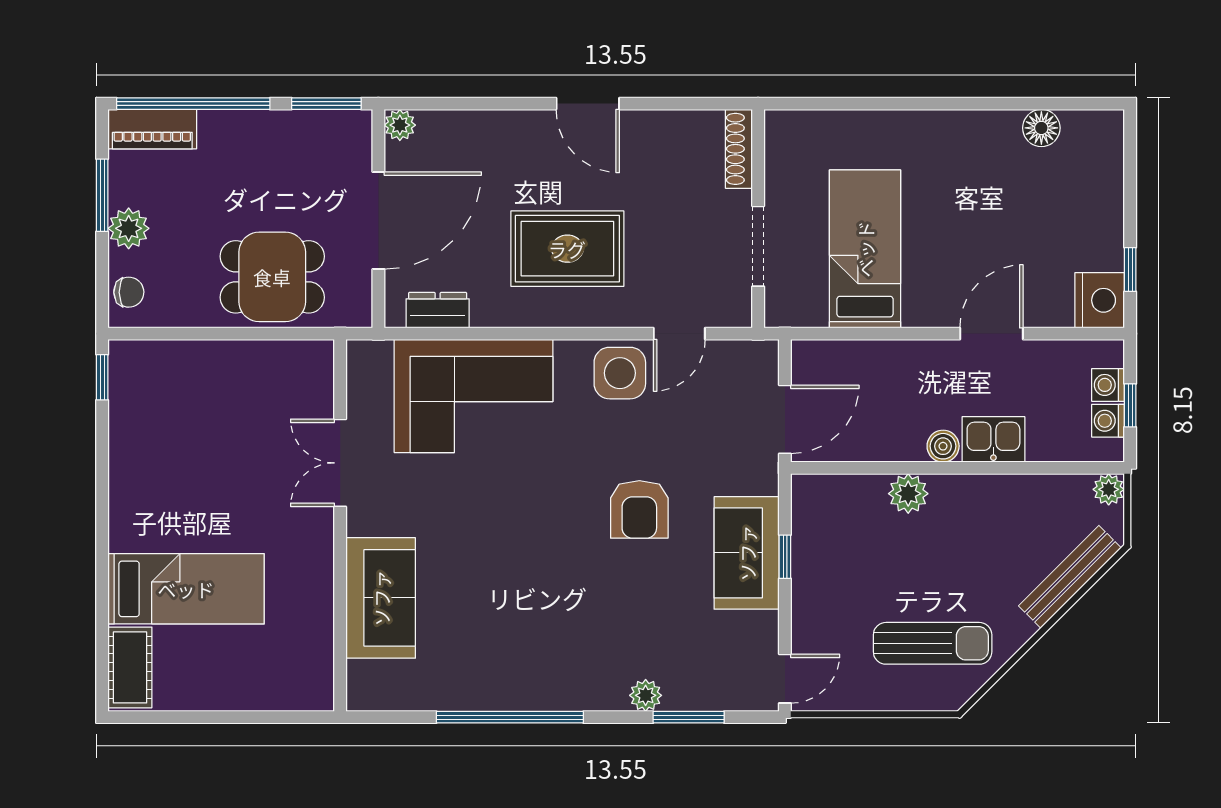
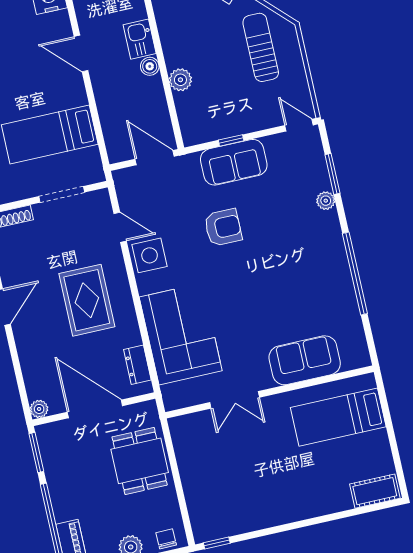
bed: (186, 589) -> (338, 417), moved, turned -90

